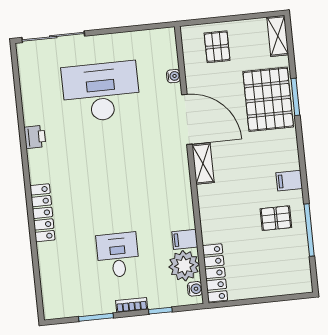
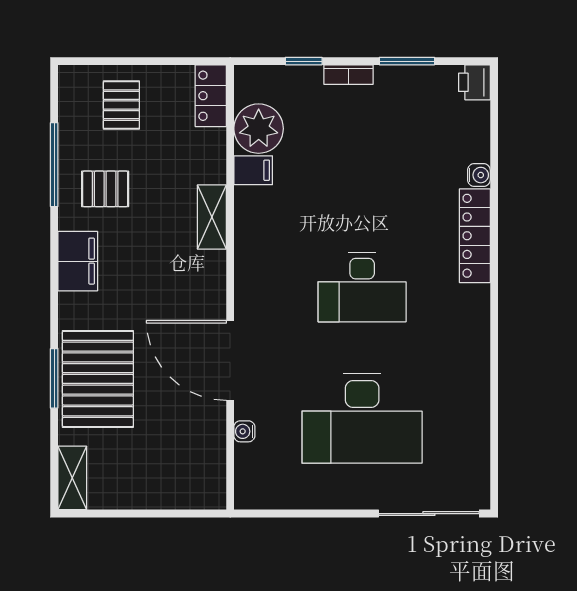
pallet: (217, 47) -> (121, 105), moved
printer: (35, 137) -> (474, 82), moved
shelving: (203, 164) -> (212, 217), moved
filing cabinet: (289, 181) -> (78, 261), width x2.00
desk: (118, 255) -> (362, 287), moved, width x1.37
locker: (215, 273) -> (211, 96), width x0.66
water cooler: (195, 289) -> (479, 175), moved, turned 180

